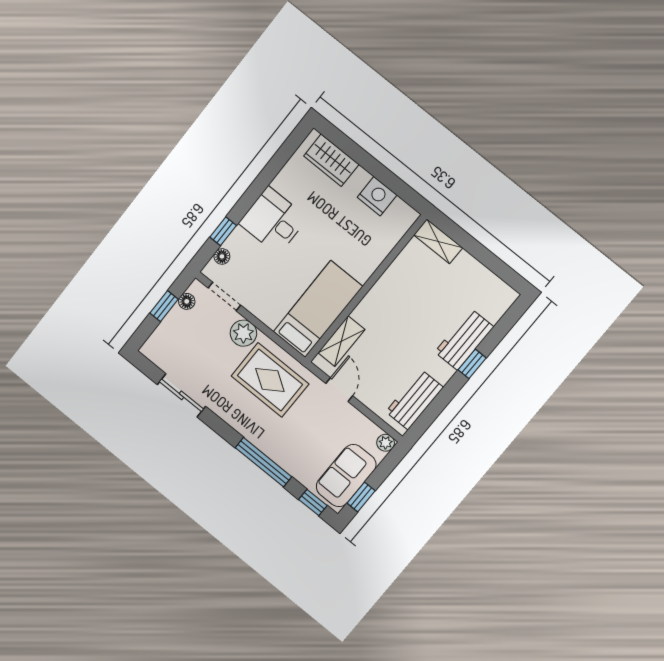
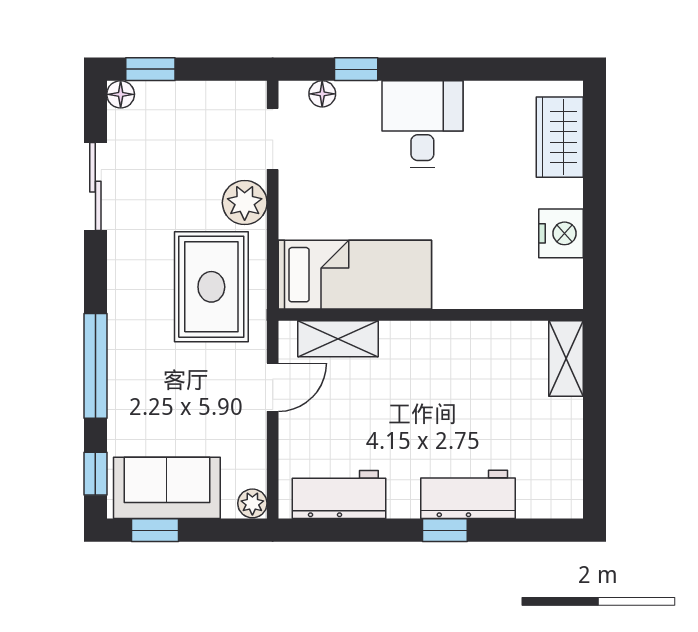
floor lamp: (187, 301) -> (121, 94), moved
window: (164, 306) -> (150, 69), moved

